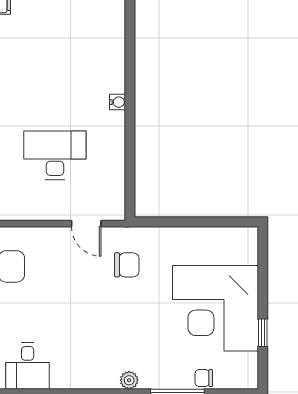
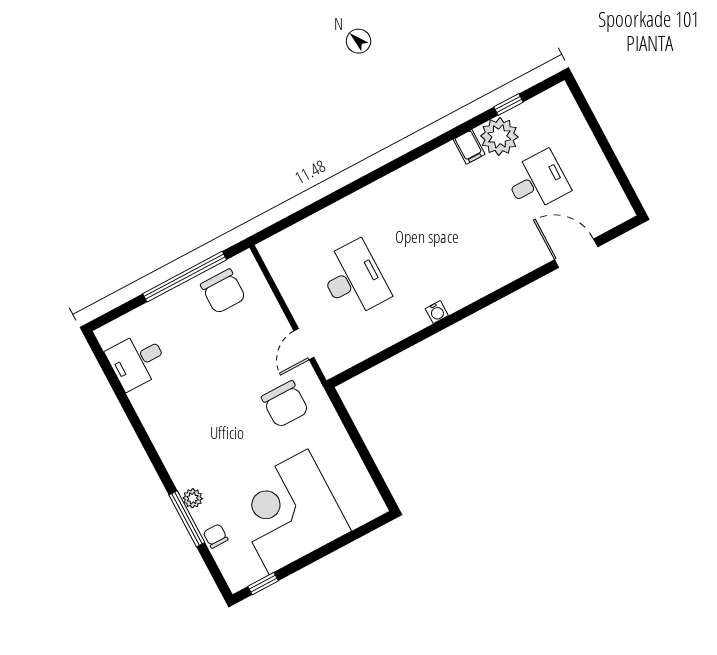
chair: (127, 265) -> (285, 404), width x1.37, depth x1.37
window: (263, 333) -> (263, 584), moved
plant: (129, 380) -> (193, 498), moved

